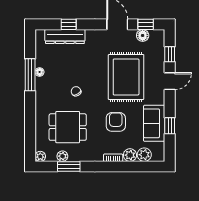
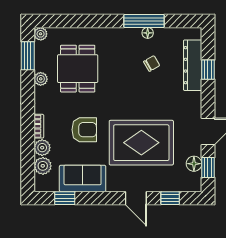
chair: (76, 91) -> (152, 64), moved
window: (170, 126) -> (65, 198), moved
plant: (62, 156) -> (41, 79), moved
window: (69, 166) -> (28, 56), moved

